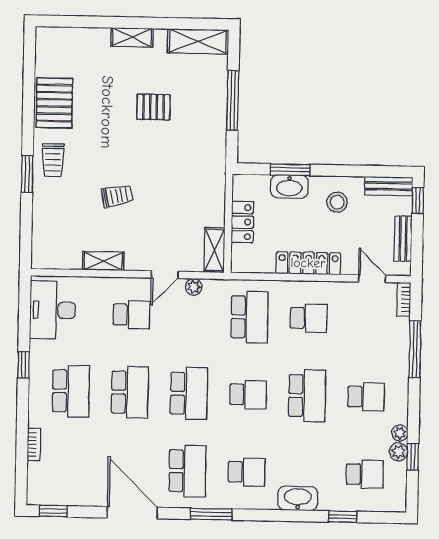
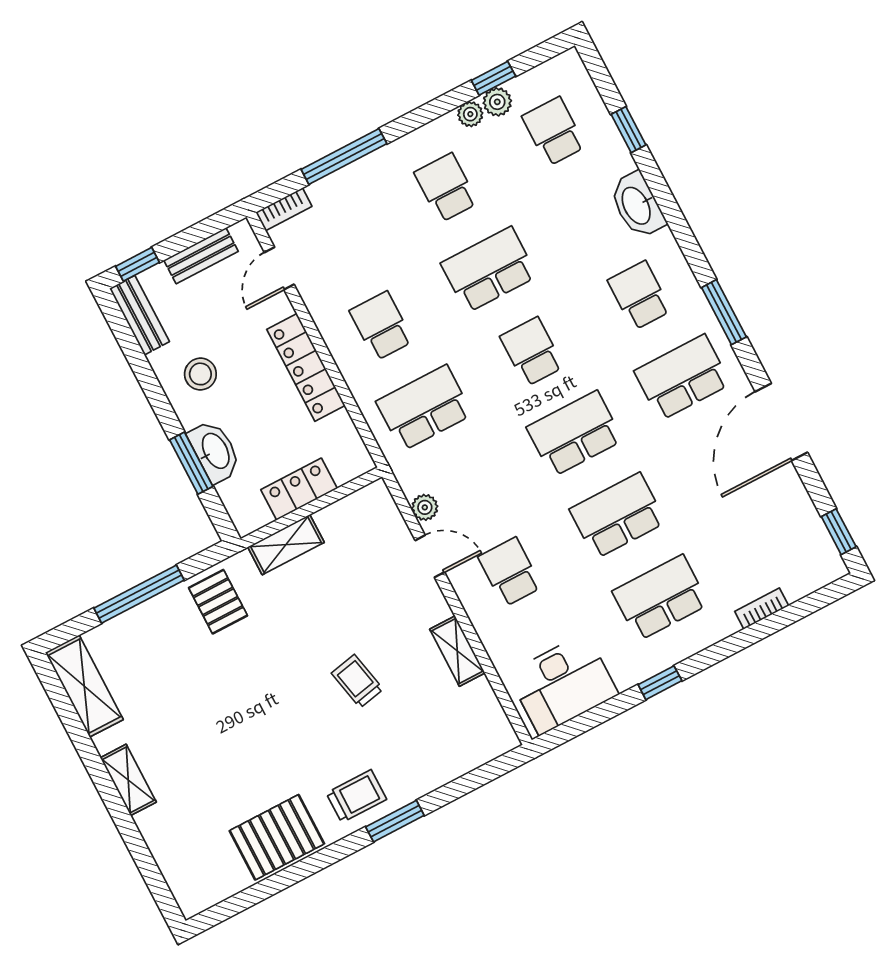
pallet: (154, 107) -> (218, 602), moved
shelving: (214, 250) -> (286, 545), moved

